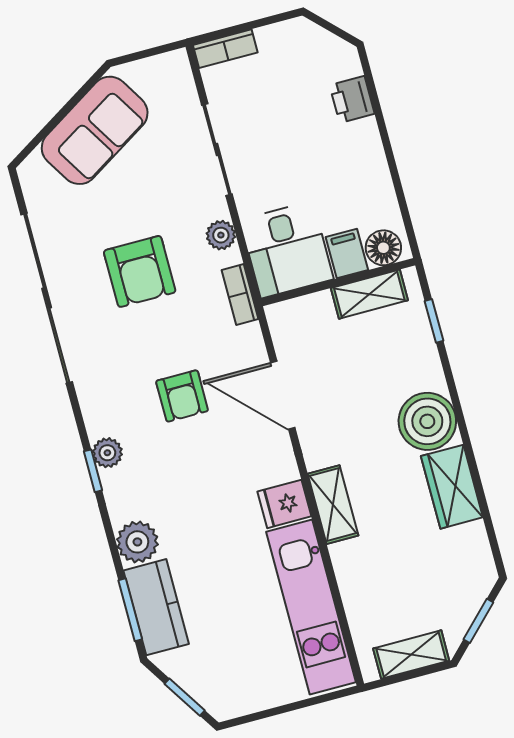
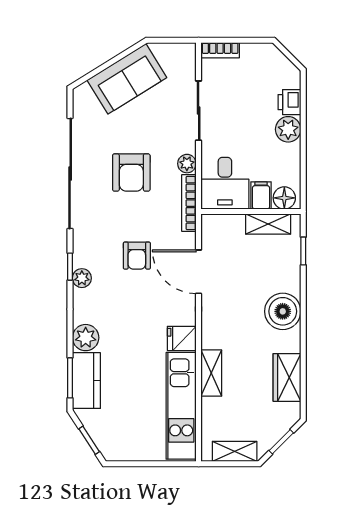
plant: (361, 141) -> (288, 129), added
bookcase: (240, 294) -> (189, 203), width x1.56
window: (93, 471) -> (70, 267), moved
wardrobe: (452, 487) -> (287, 377), moved
shelving: (333, 505) -> (211, 373), moved

